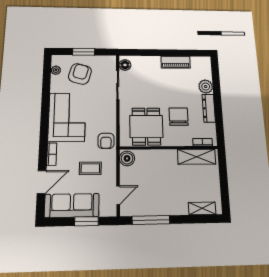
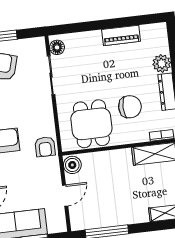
chair: (179, 117) -> (130, 107), turned 90
coffee table: (90, 168) -> (31, 181), removed
door: (118, 195) -> (65, 196), moved

